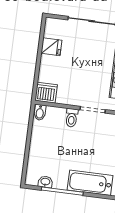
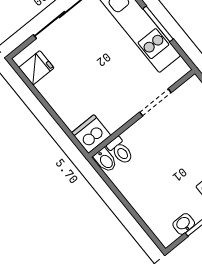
fridge: (51, 47) -> (36, 68), moved
toilet: (72, 118) -> (120, 151), moved

